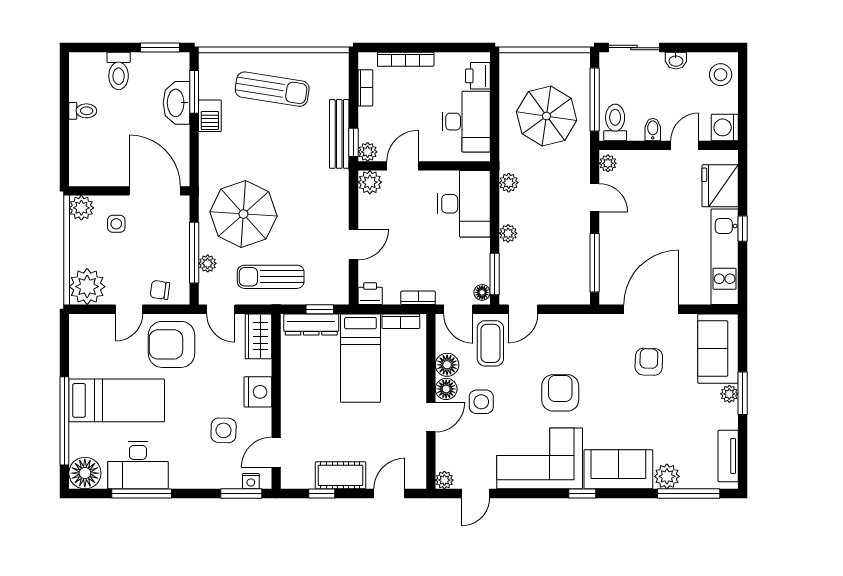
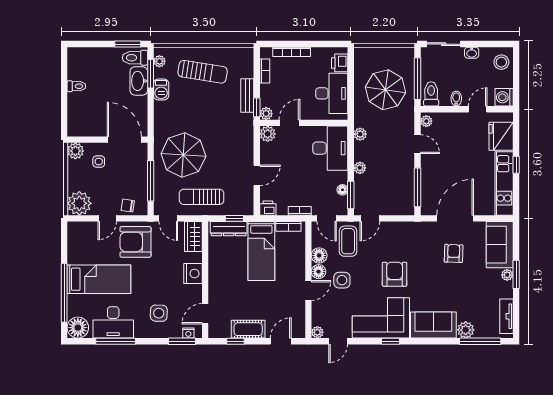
toilet: (119, 71) -> (135, 58), moved, turned 90
bench: (339, 134) -> (247, 96), width x0.73
plant: (208, 263) -> (159, 61), moved
floor lamp: (482, 292) -> (342, 190), moved
side table: (224, 430) -> (159, 313), moved
window: (582, 494) -> (390, 341), moved

